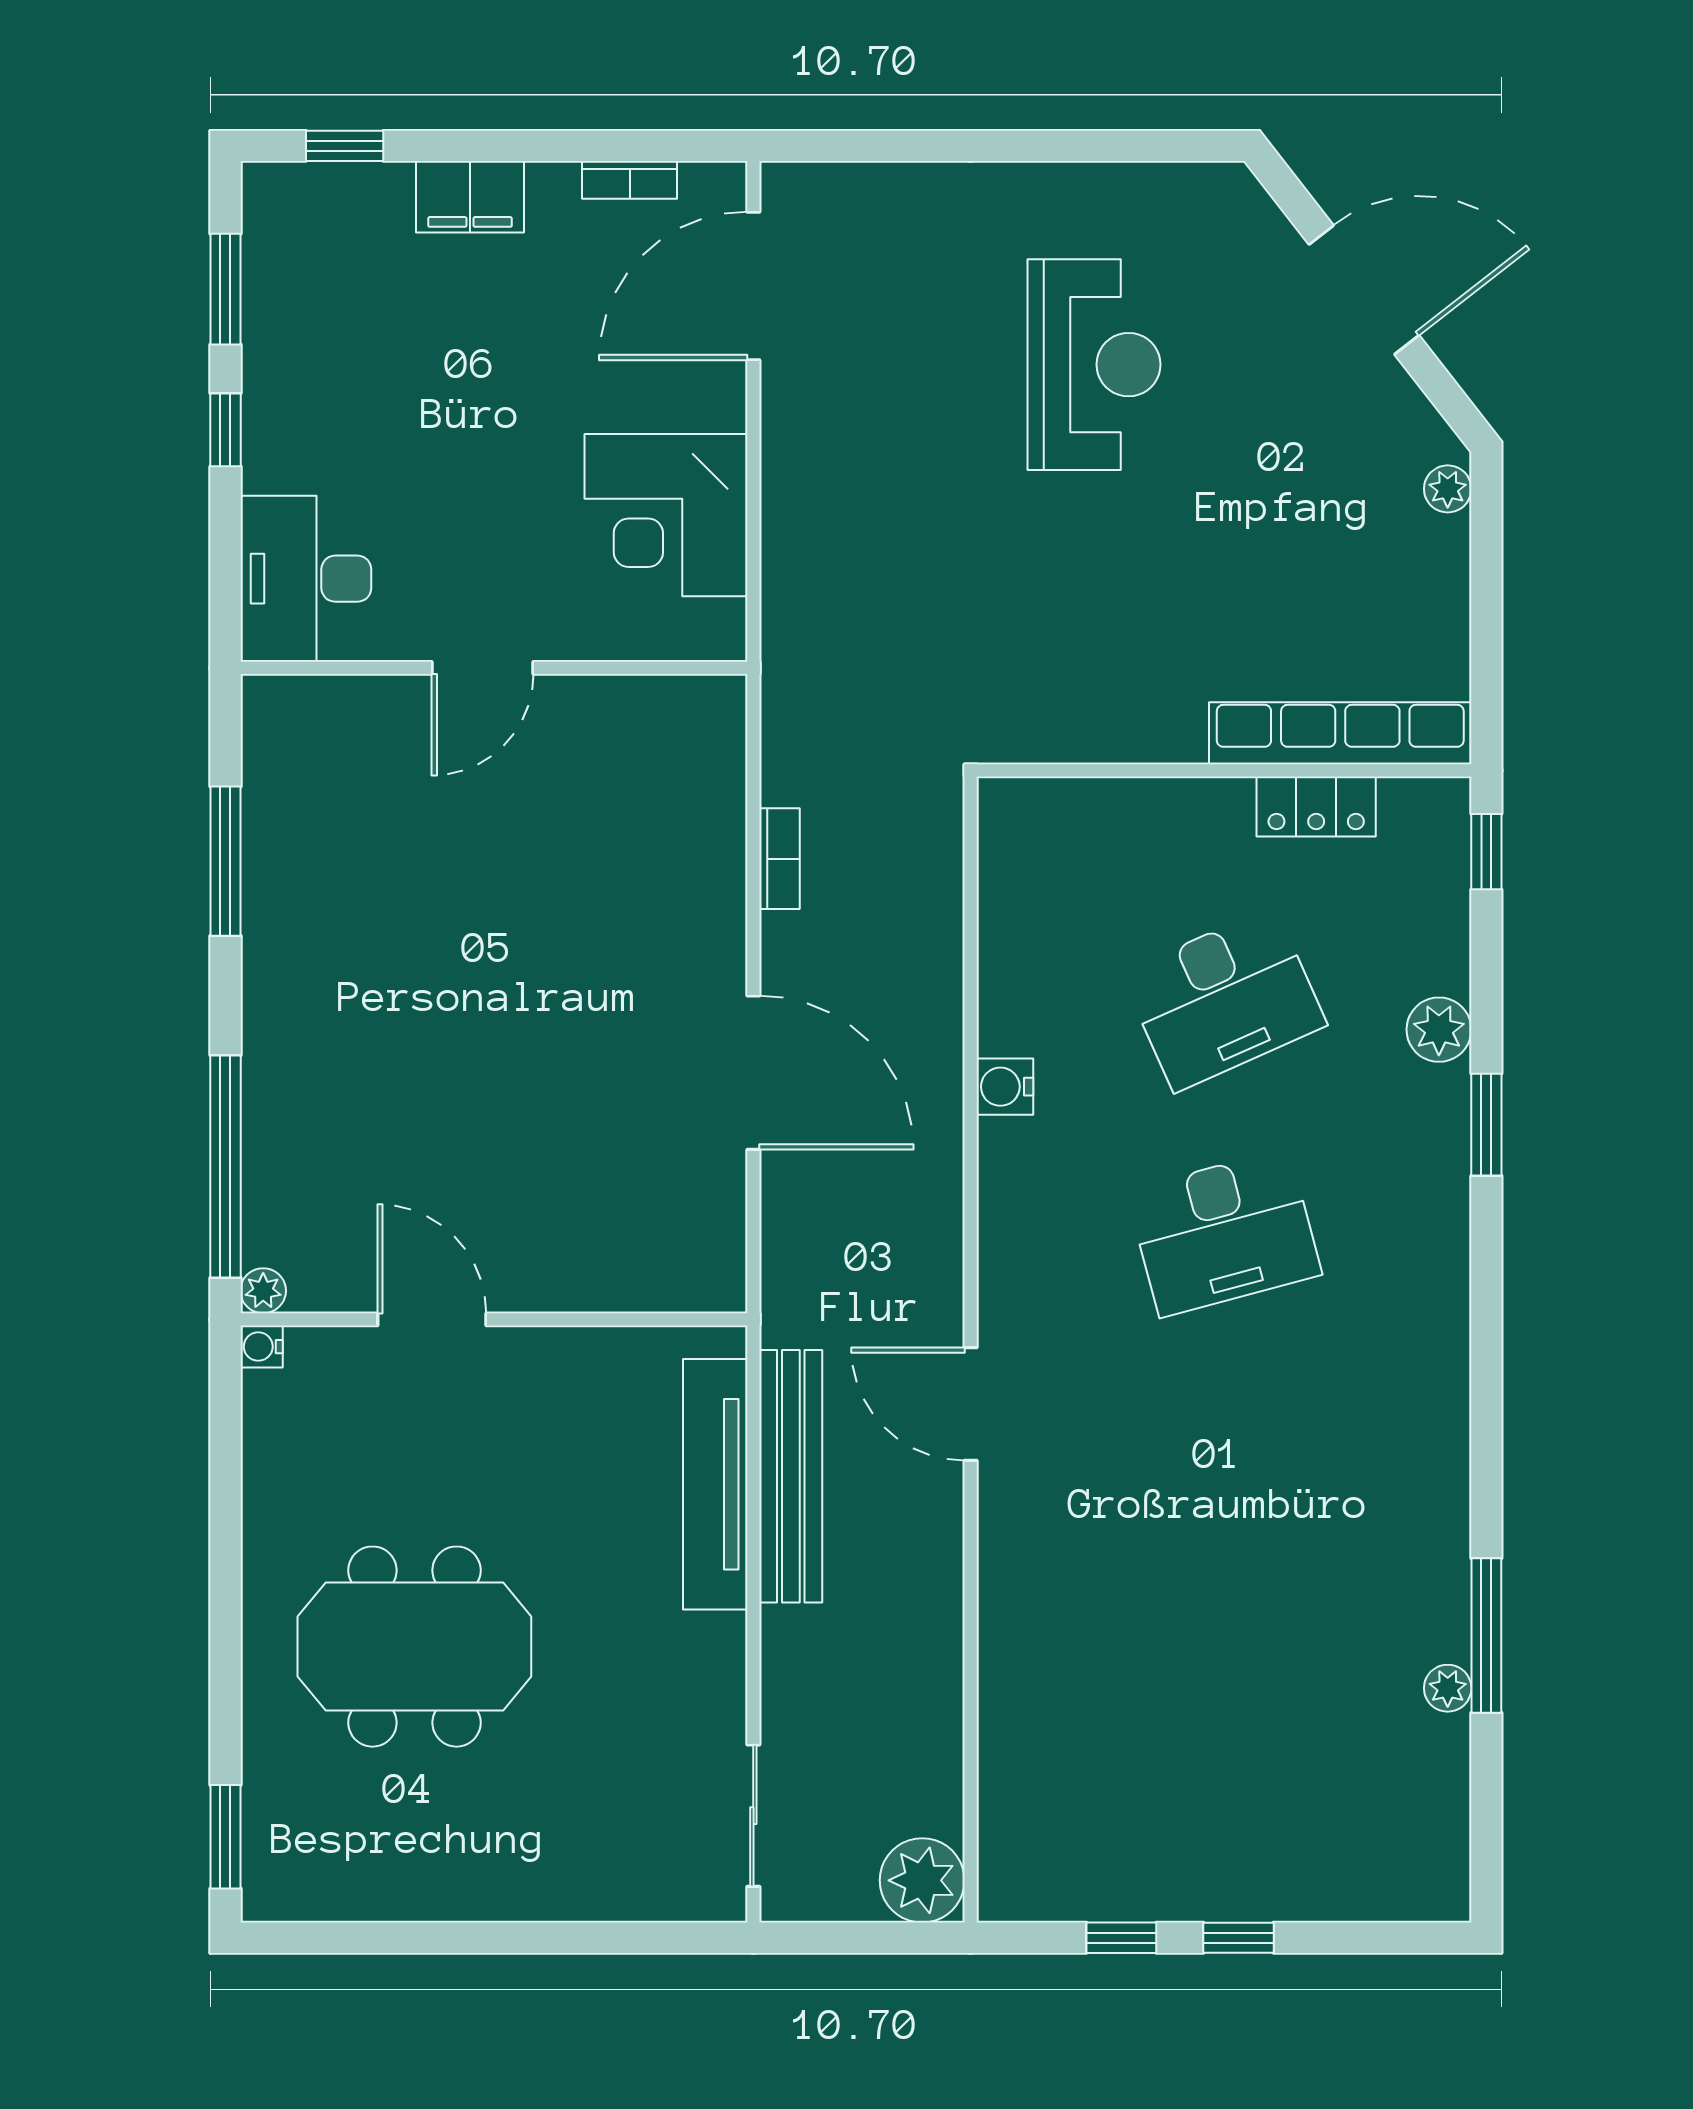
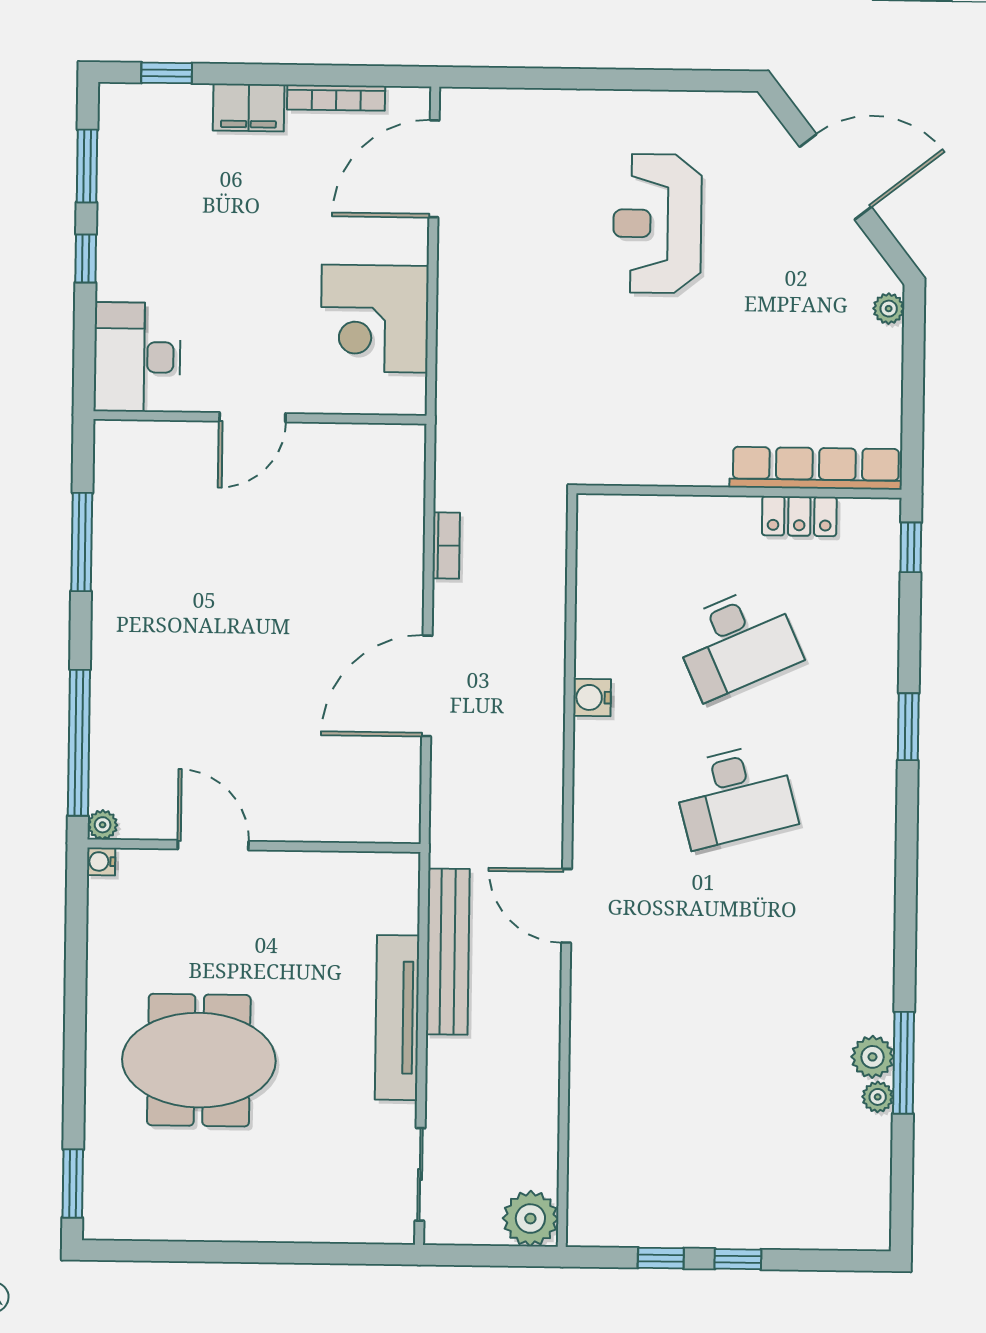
bookcase: (630, 180) -> (336, 98), width x1.56
reception desk: (1094, 365) -> (657, 224), turned 180
plant: (1439, 1030) -> (872, 1057), moved
door: (753, 1073) -> (427, 686), swing flipped
tv unit: (715, 1484) -> (397, 1018), moved

